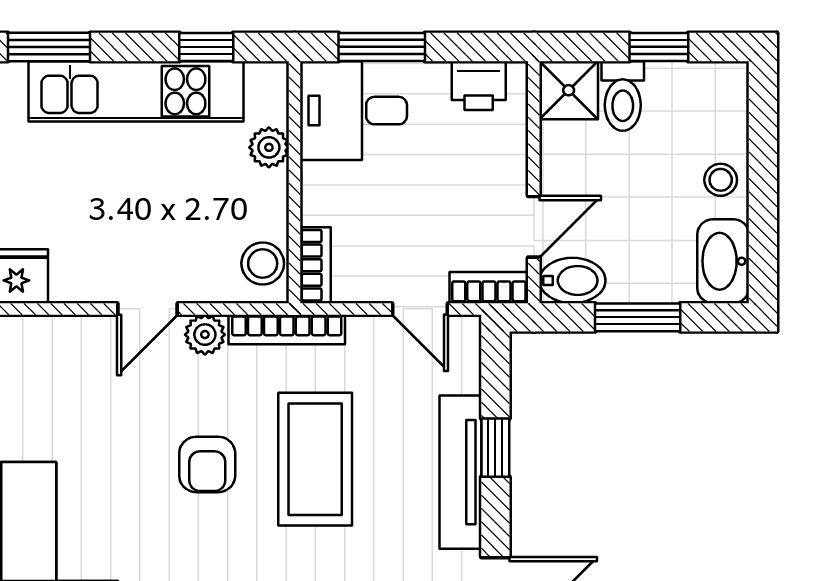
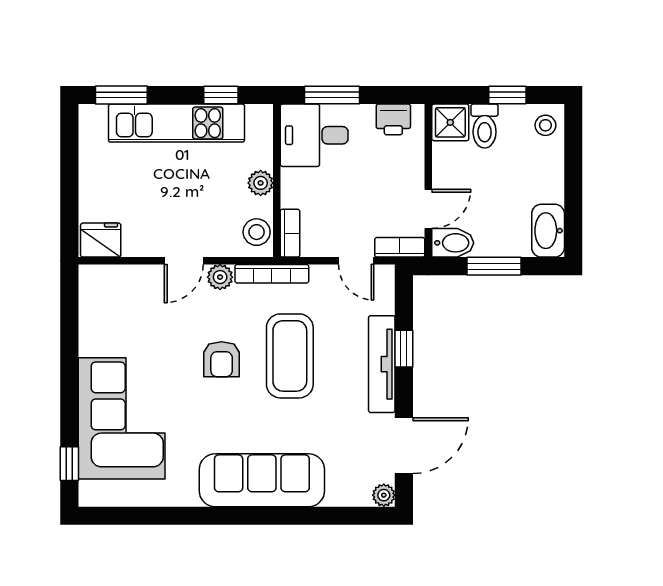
plant: (269, 147) -> (261, 183), moved
stool: (721, 180) -> (545, 125), moved

